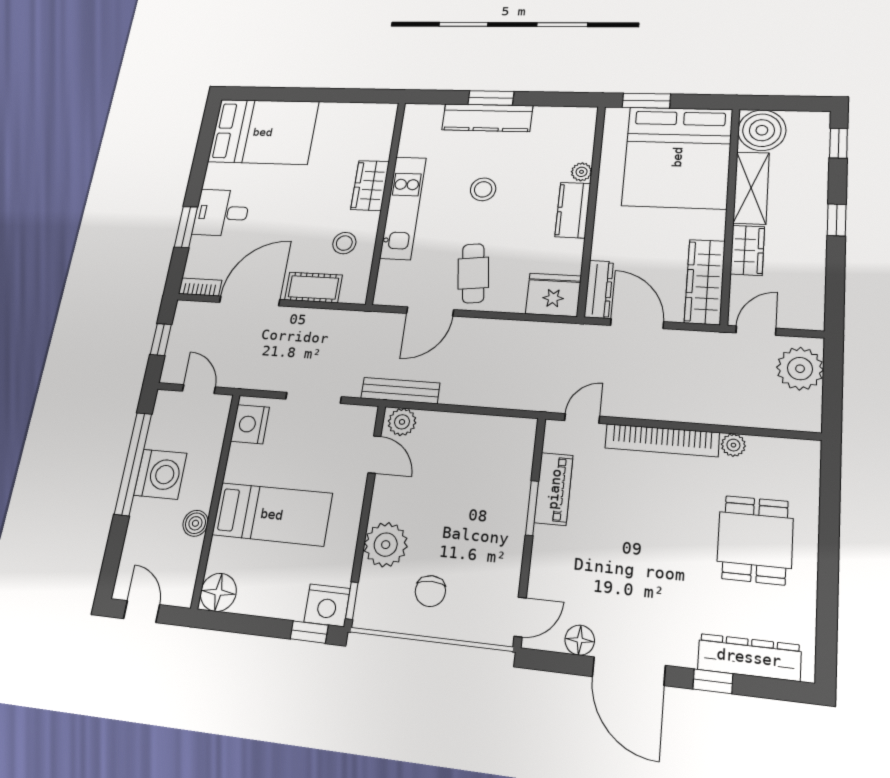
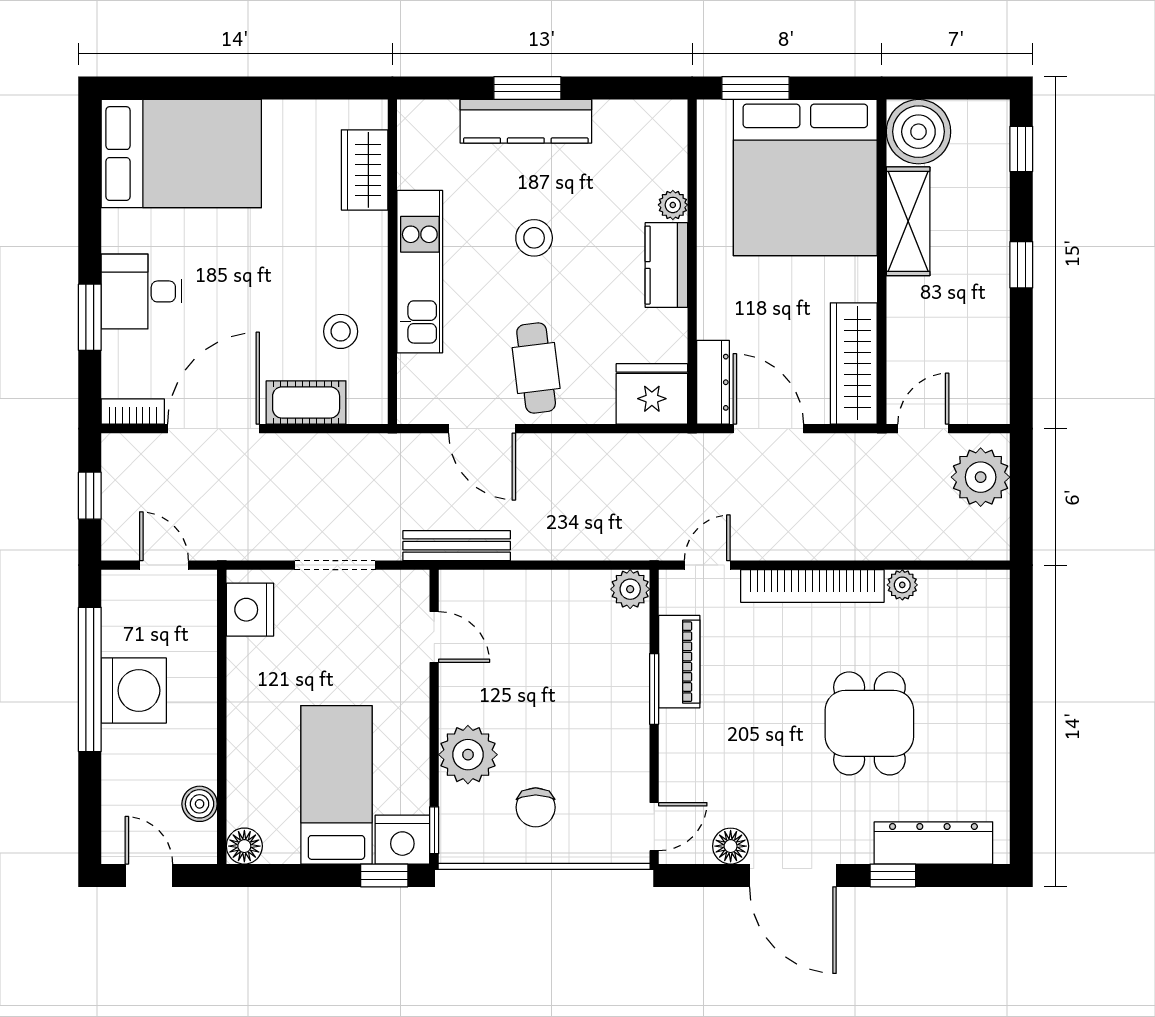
wardrobe: (370, 185) -> (365, 170), moved
wardrobe: (747, 250) -> (907, 315), removed
door: (430, 312) -> (482, 429), hinge flipped
plant: (402, 422) -> (630, 589), moved
bed: (272, 514) -> (336, 785), moved, turned -90
boiler: (195, 523) -> (200, 804), moved
dining table: (755, 540) -> (869, 723), moved
floor lamp: (218, 592) -> (244, 846), width x0.73, depth x0.73

